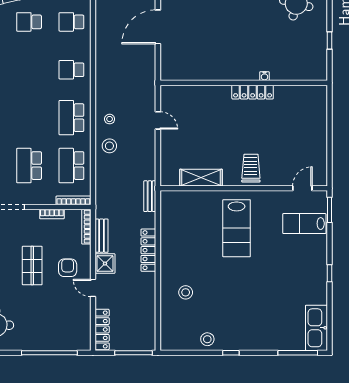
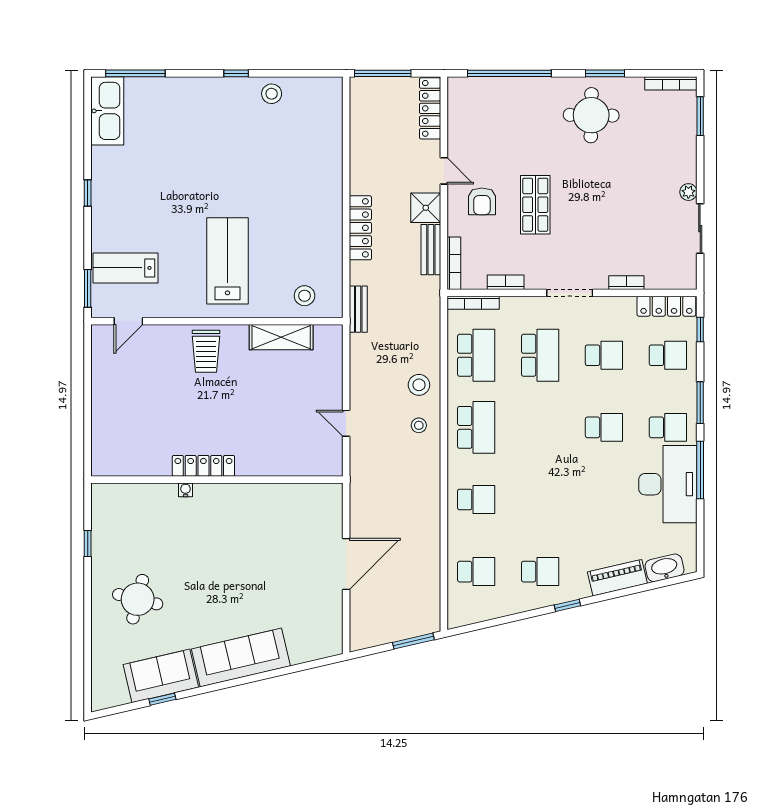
lab bench: (304, 224) -> (125, 268), turned 180
stool: (186, 292) -> (305, 296), moved

